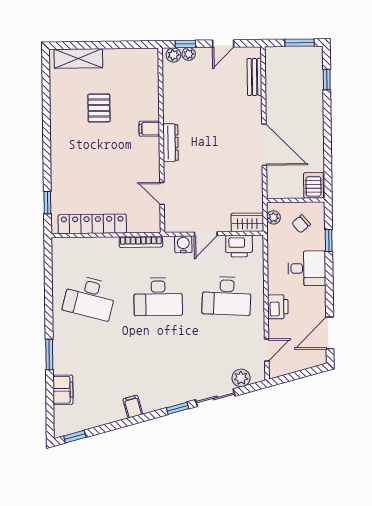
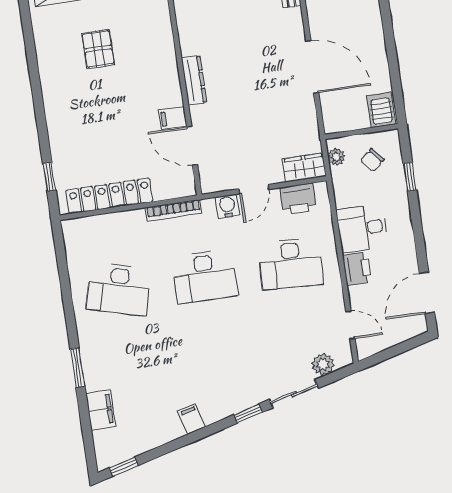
filing cabinet: (149, 129) -> (173, 118), moved
door: (162, 194) -> (192, 146), width x1.38
desk: (307, 268) -> (362, 228), moved, turned 180
door: (267, 350) -> (350, 325), hinge flipped

